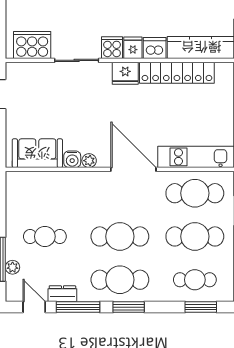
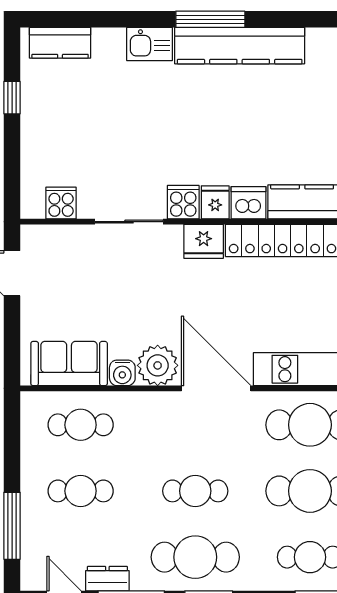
cooker: (32, 45) -> (61, 203), width x0.53, depth x0.76
plant: (89, 161) -> (158, 365), width x1.87, depth x1.87
cafe table: (45, 193) -> (81, 425), added
cafe table: (120, 236) -> (195, 491), width x0.73, depth x0.74
plant: (13, 267) -> (31, 538), removed

